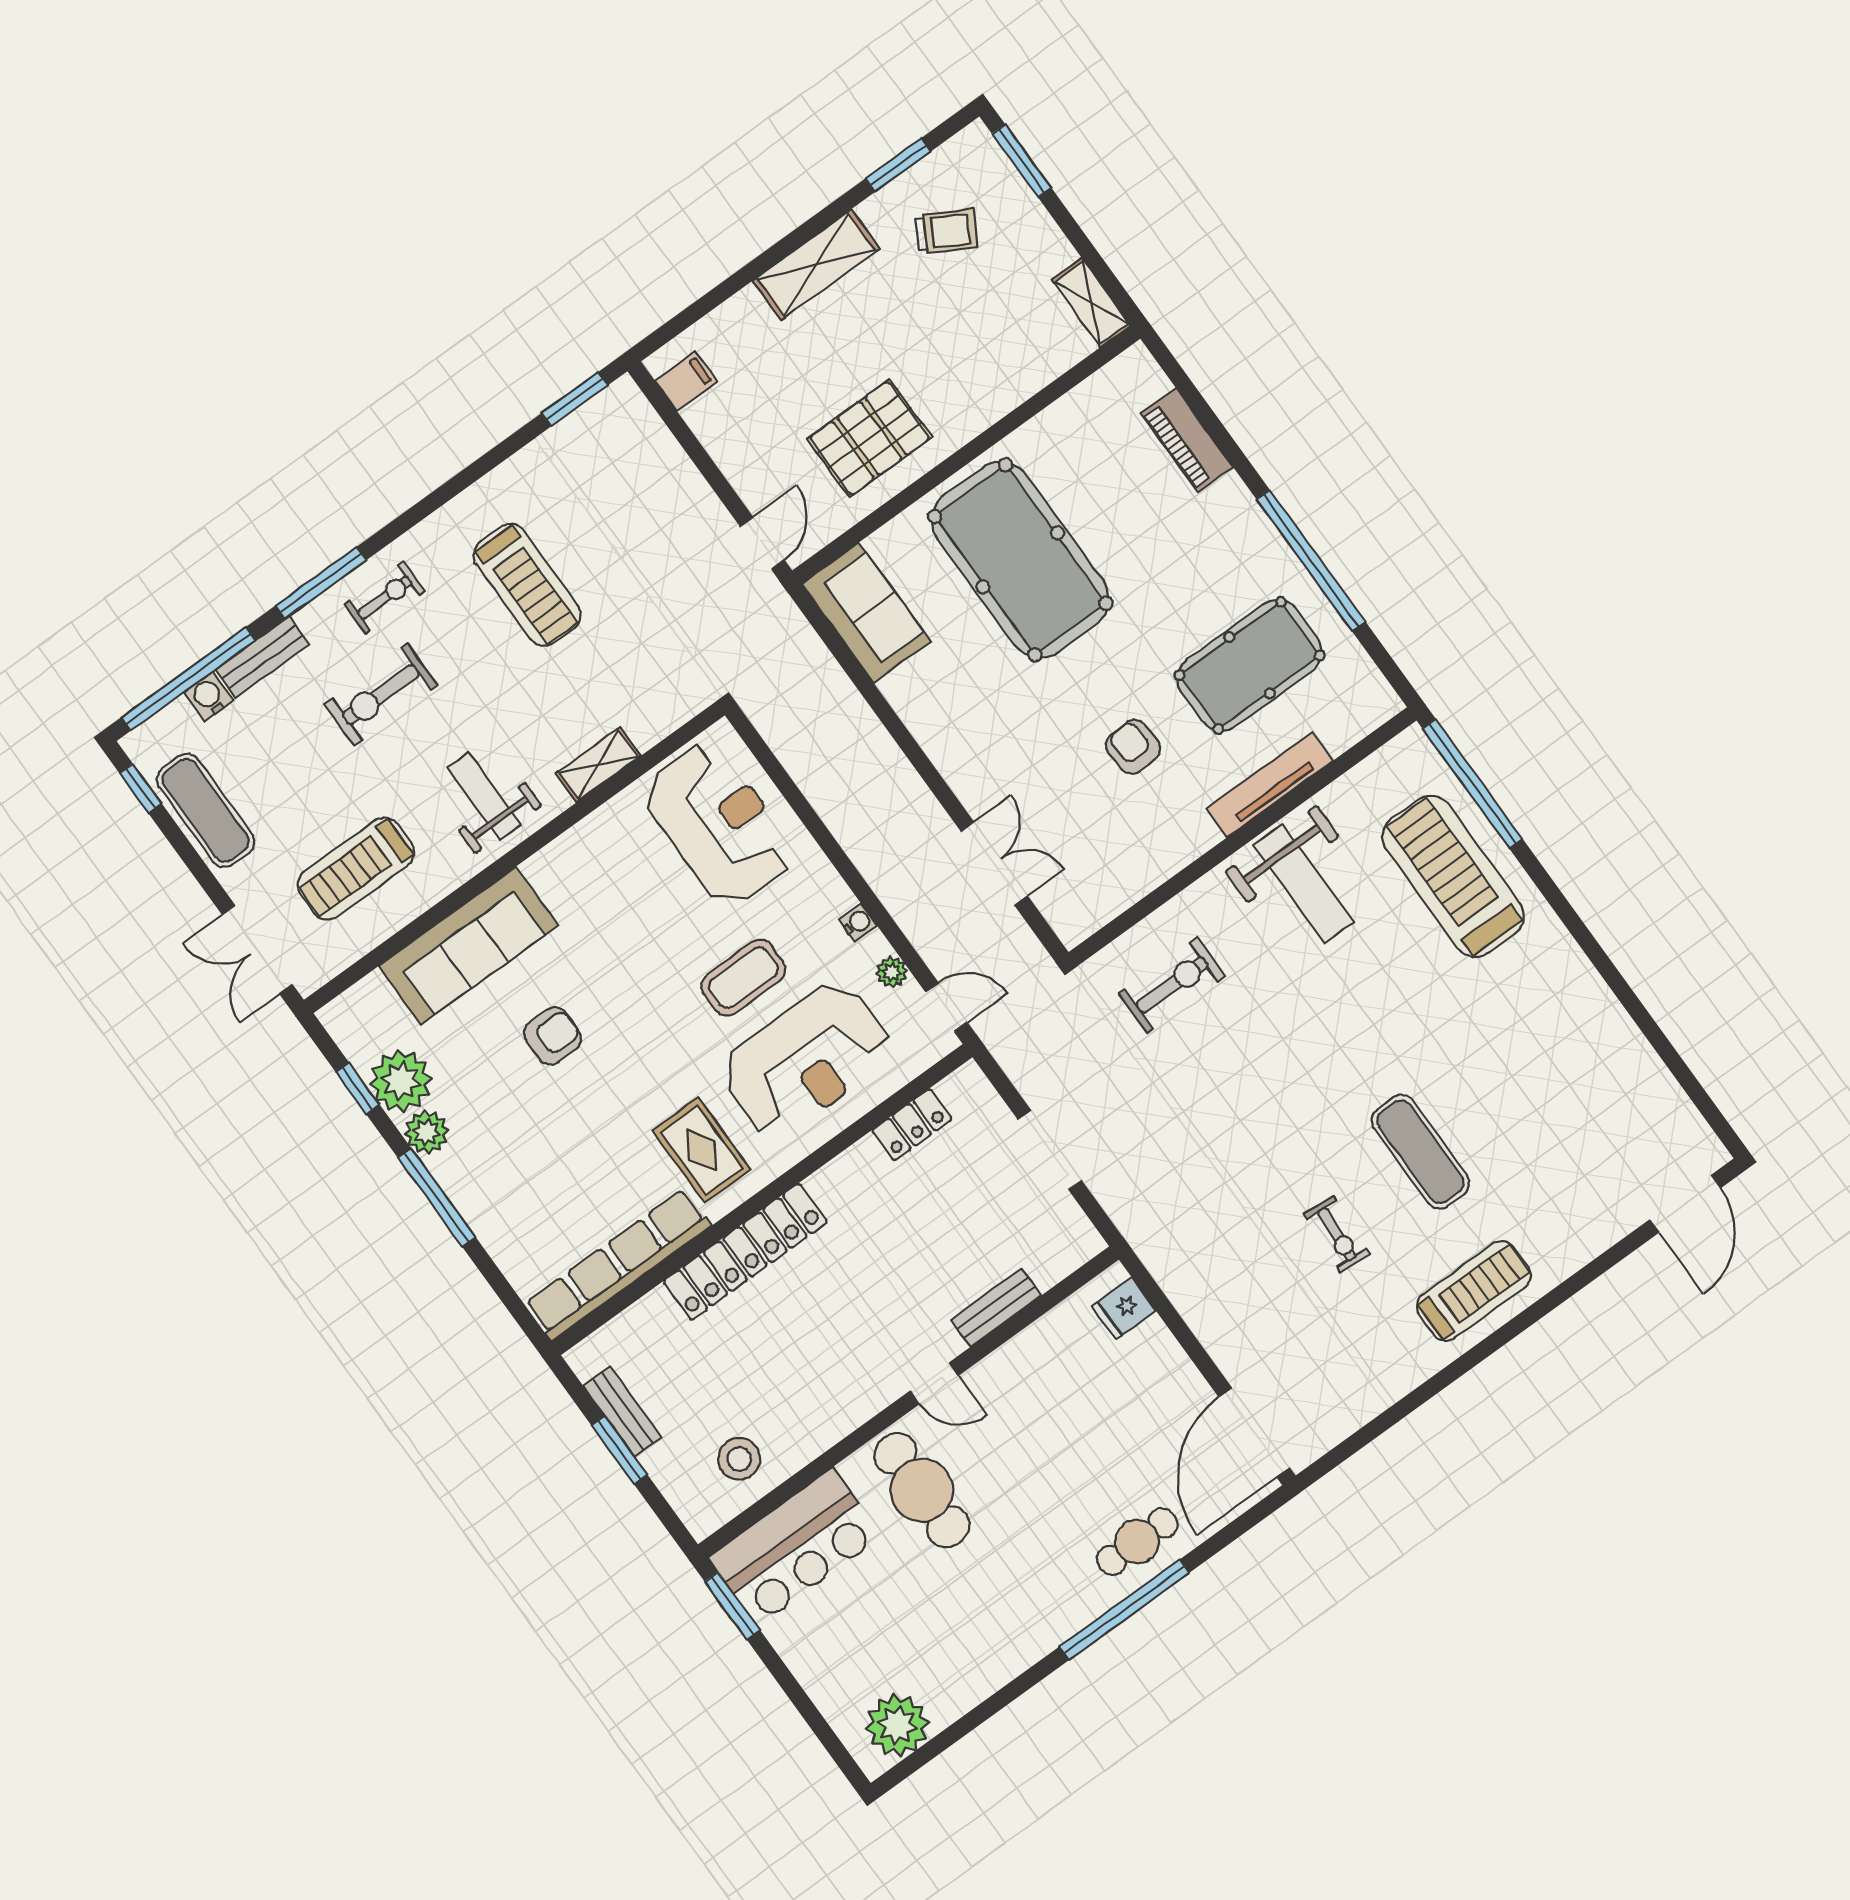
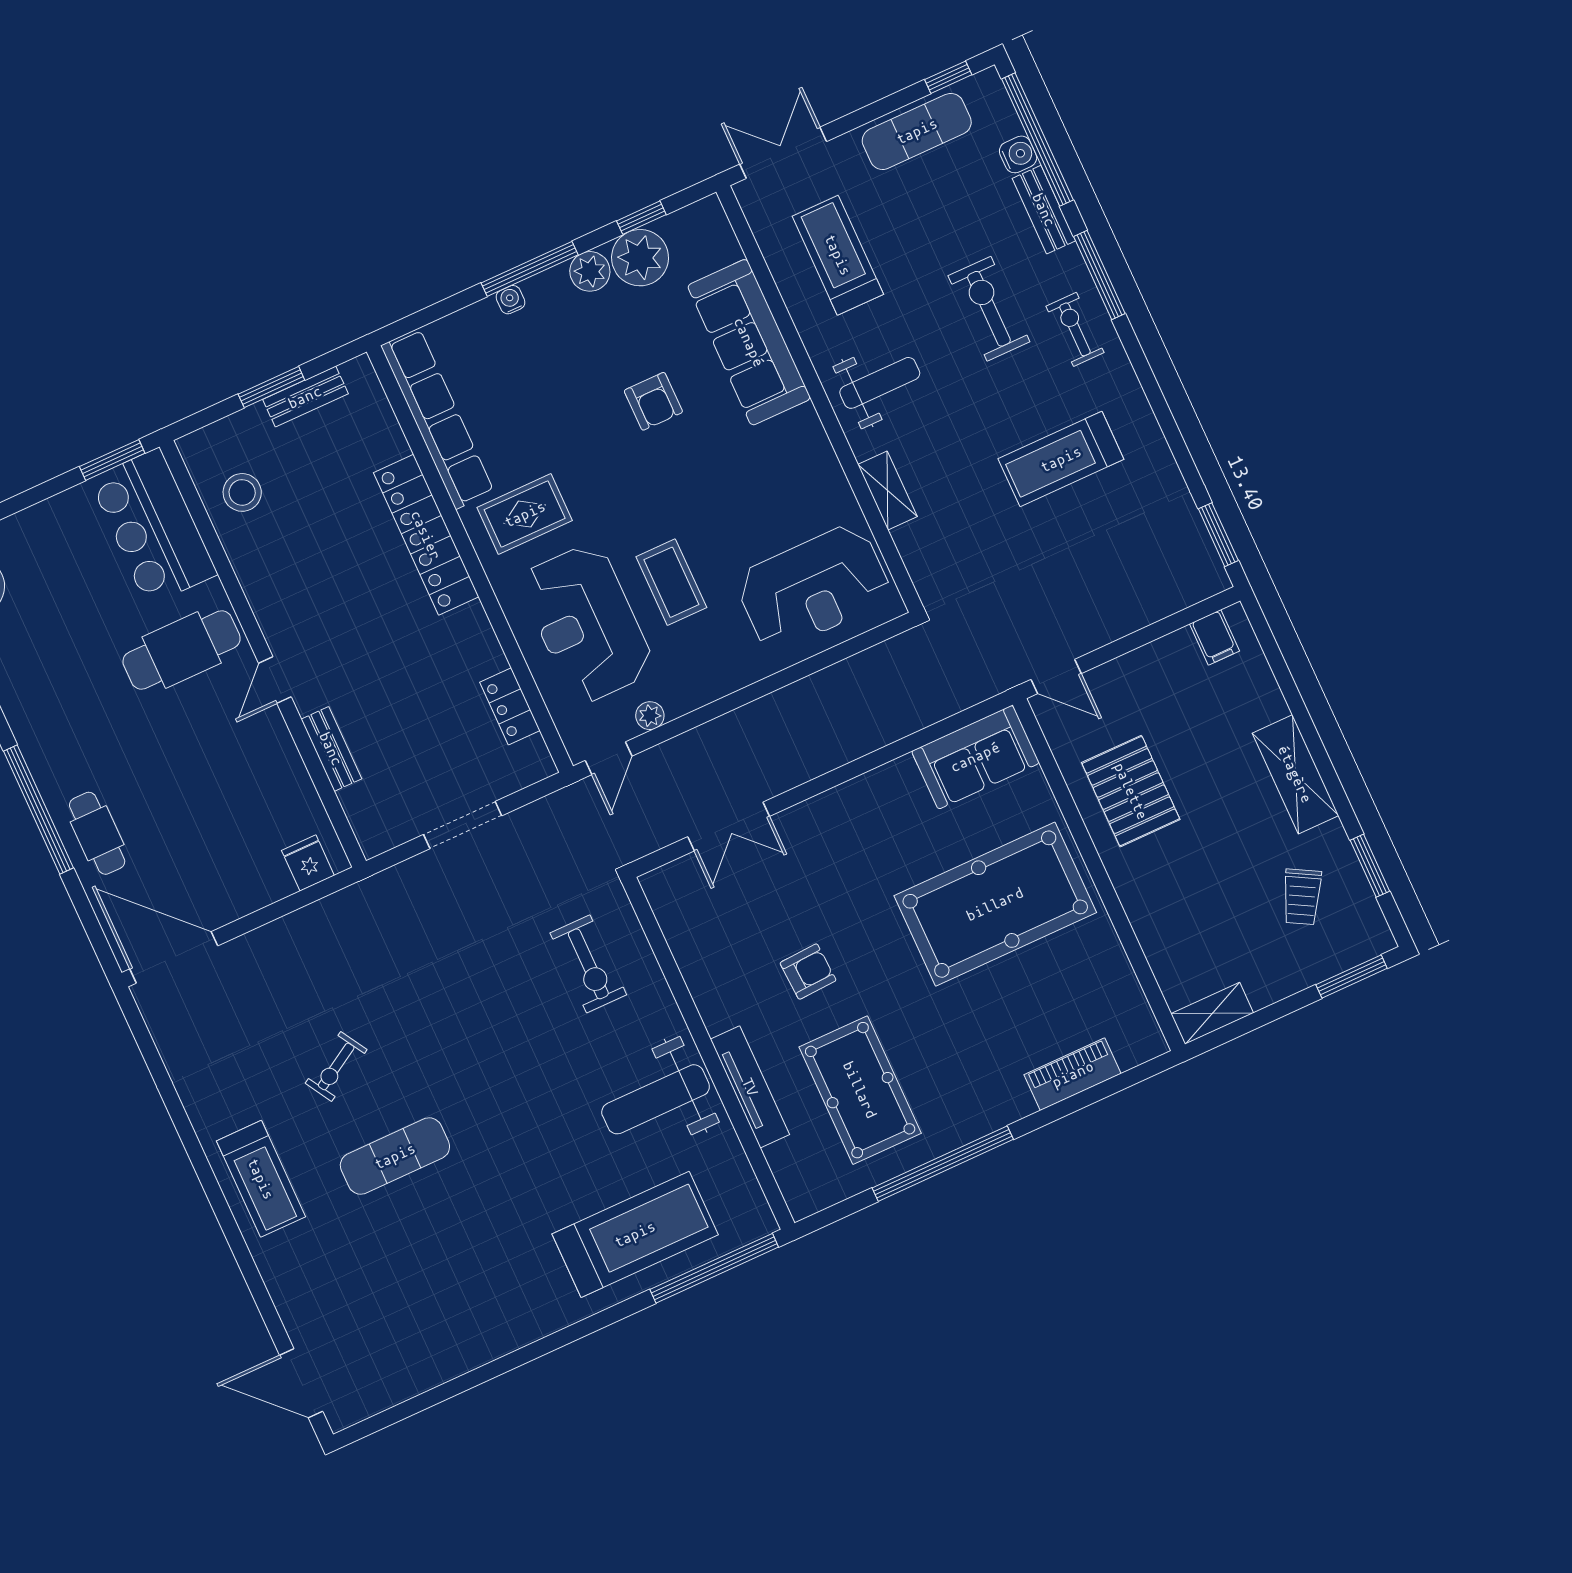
exercise bike: (385, 598) -> (1075, 329), turned 180
water cooler: (858, 922) -> (511, 300), moved, turned 180
exercise bike: (1337, 1234) -> (336, 1066), turned -35

